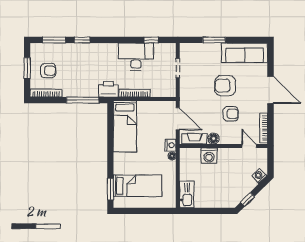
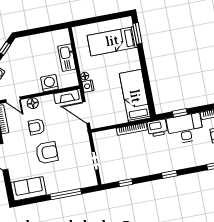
window: (82, 40) -> (169, 174), moved
window: (214, 40) -> (66, 194), width x1.44
sofa: (245, 53) -> (29, 189), width x0.73
desk: (136, 57) -> (185, 128), moved, turned 180
window: (83, 100) -> (180, 113), width x0.46
floor lamp: (214, 139) -> (33, 103), moved
kitchen sink: (187, 195) -> (67, 58), moved

